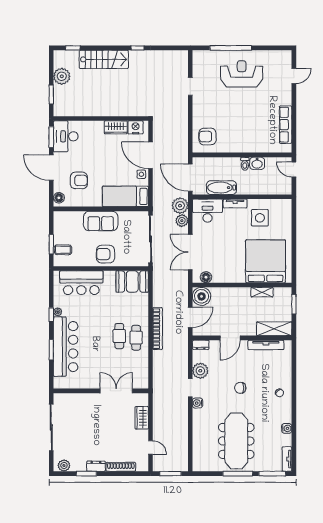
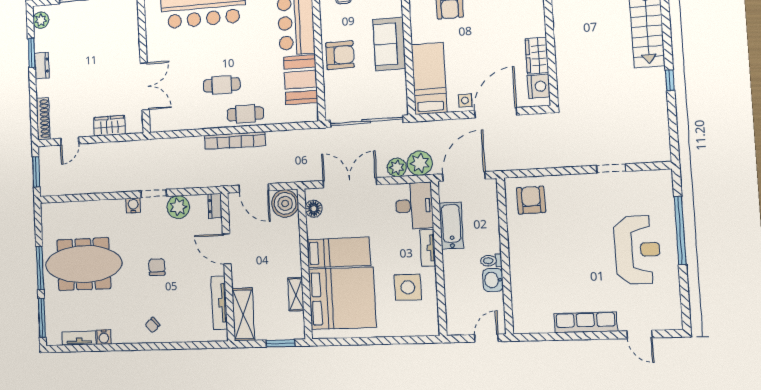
row of seats: (286, 125) -> (586, 322), moved
armchair: (105, 254) -> (340, 55), turned 90
bed: (236, 262) -> (339, 252), added
booth: (132, 281) -> (301, 80), moved
cafe table: (136, 338) -> (245, 114), moved
tv unit: (287, 459) -> (79, 338), moved
shoe rack: (121, 467) -> (43, 119), moved

